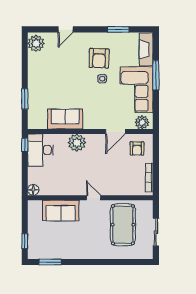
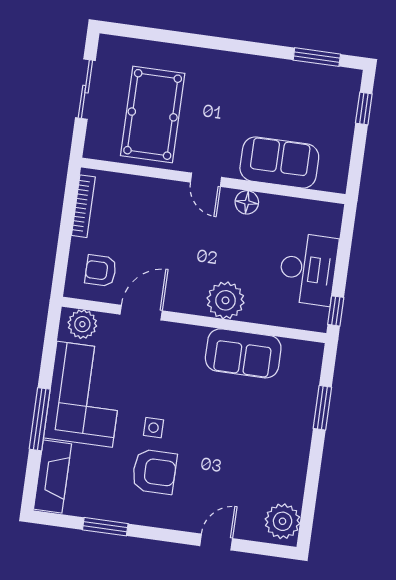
armchair: (99, 58) -> (154, 472), turned 88
armchair: (137, 148) -> (101, 271), turned -90
desk: (40, 150) -> (308, 269), moved
floor lamp: (33, 190) -> (247, 202), moved

